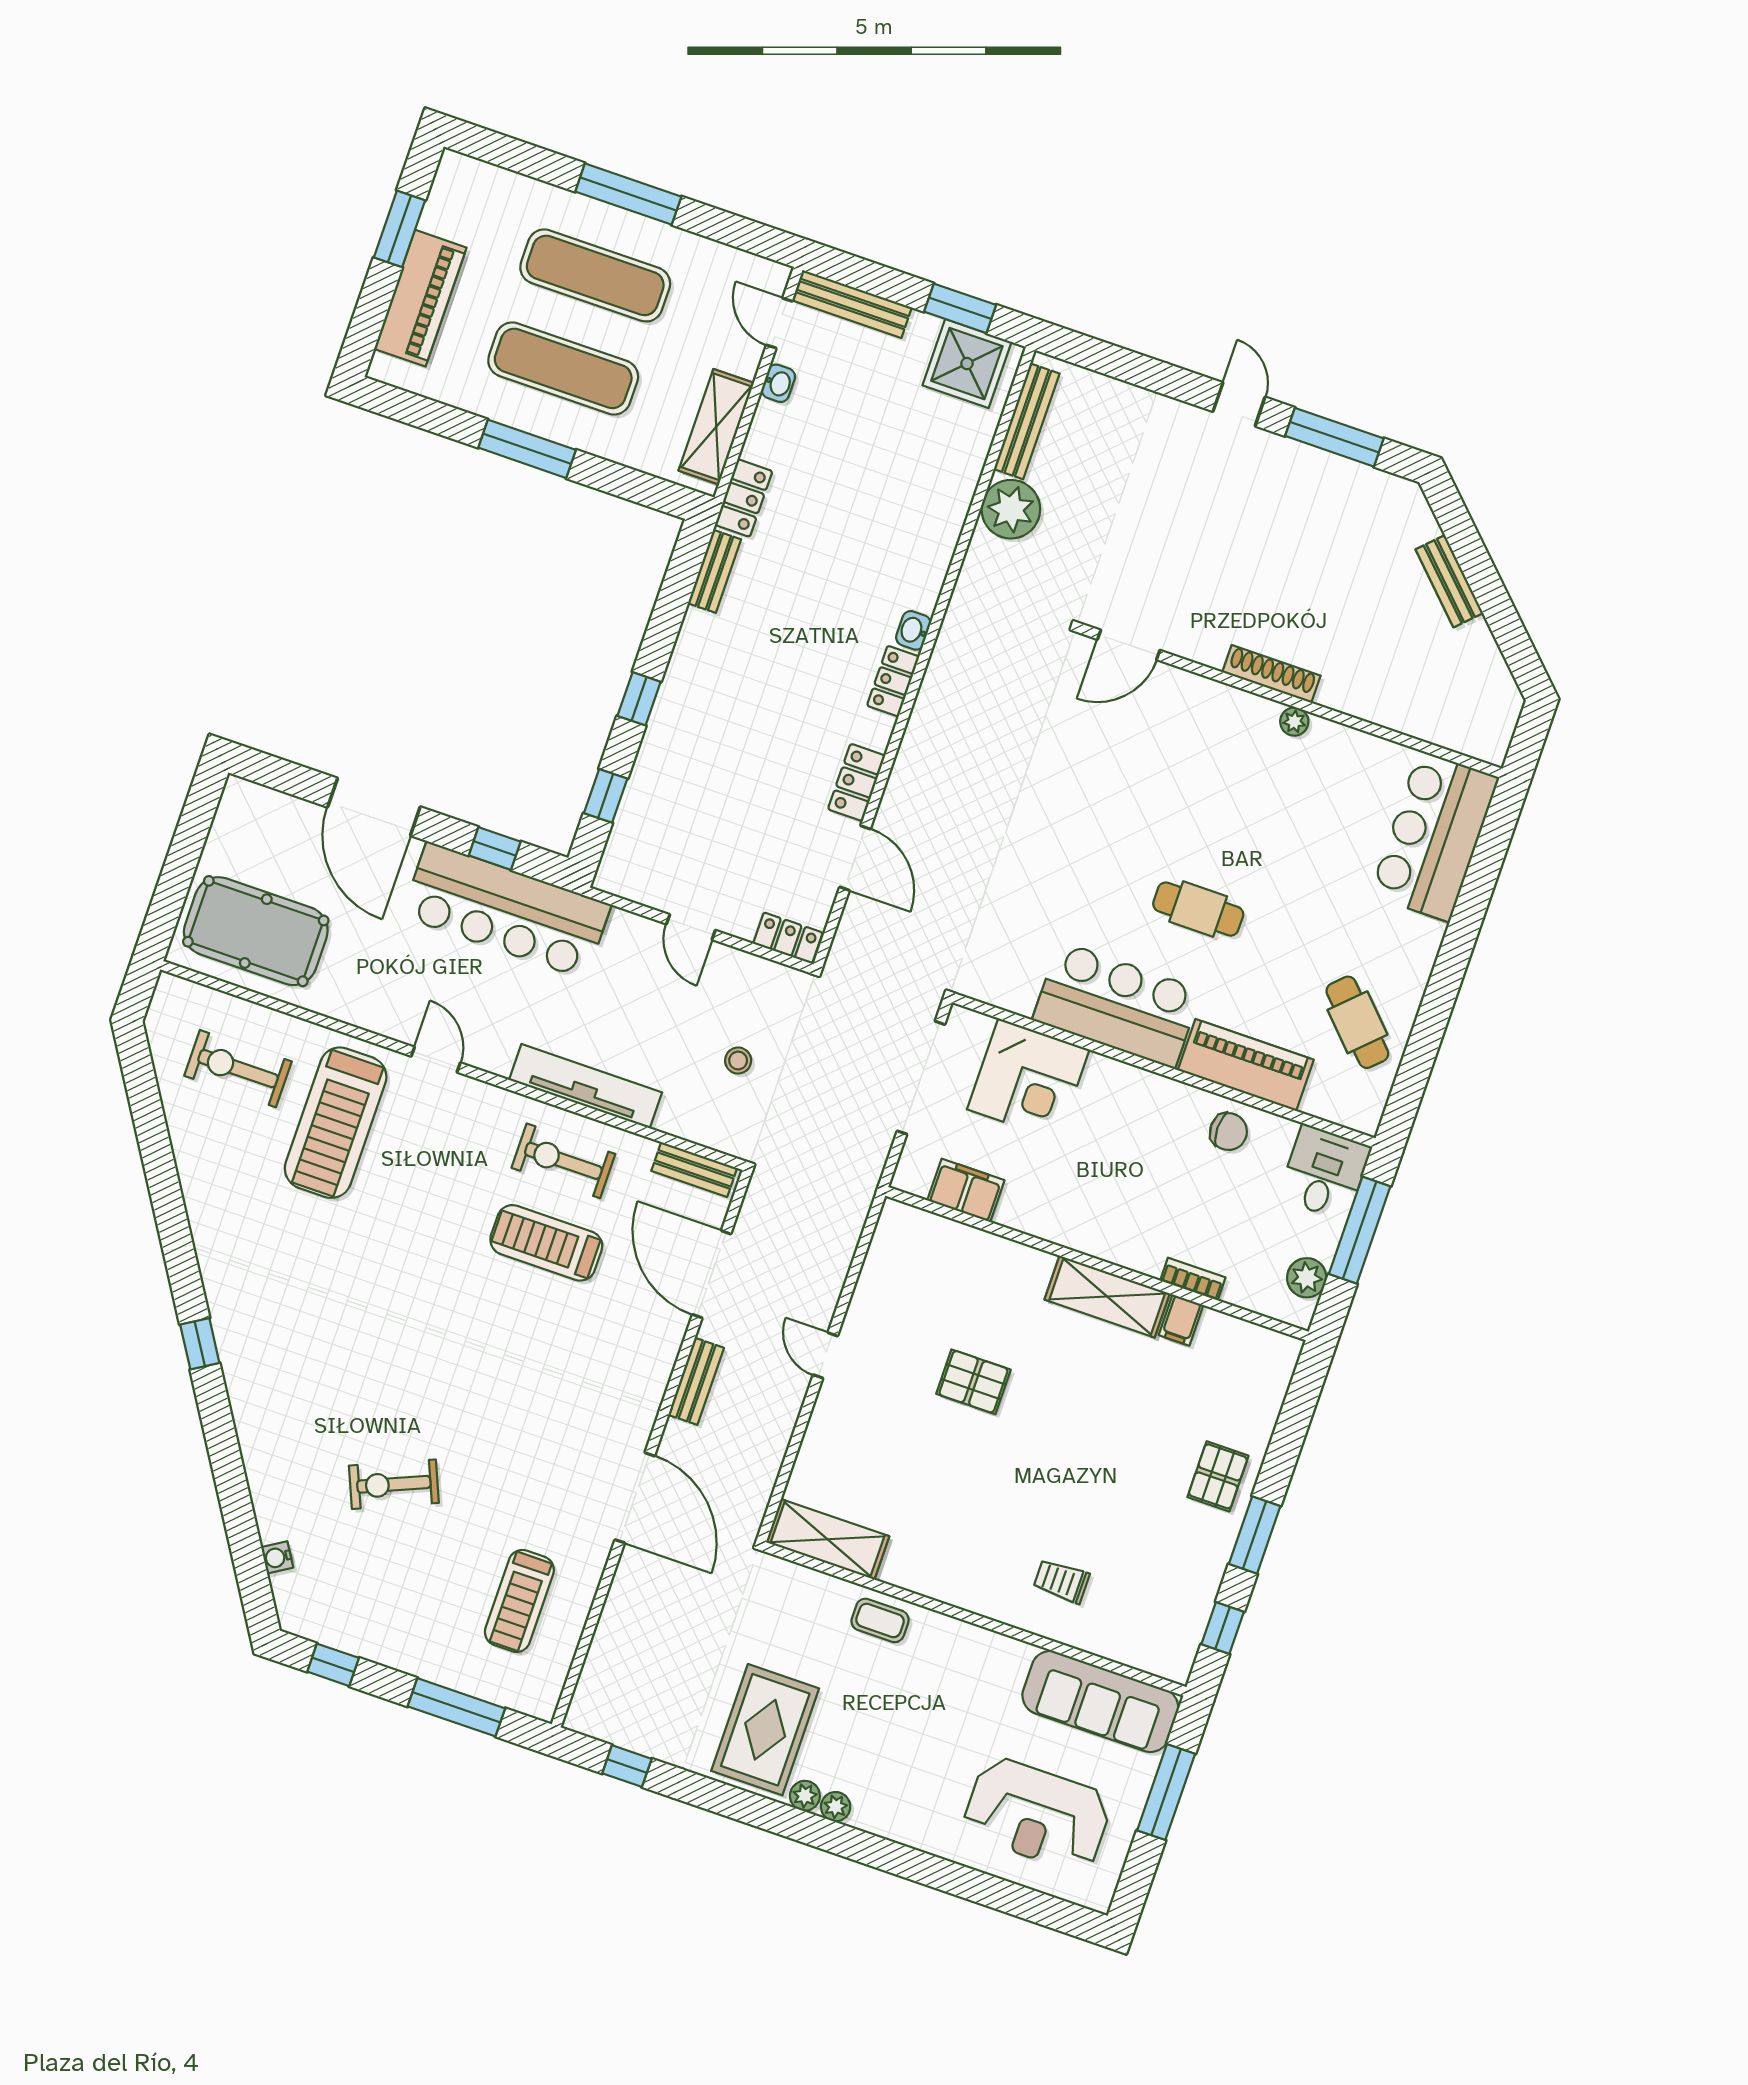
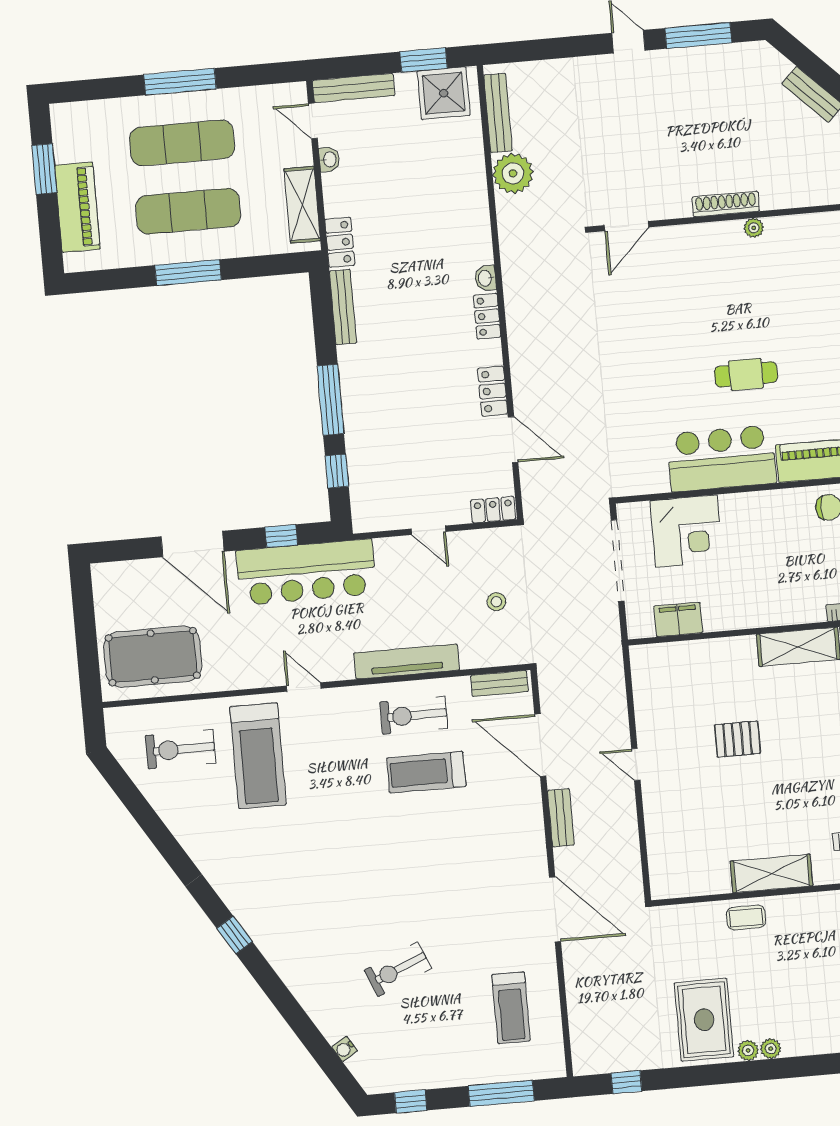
bench: (714, 571) -> (343, 307), width x1.36
window: (639, 699) -> (330, 400), width x2.17
shelving: (828, 1539) -> (771, 873), moved

